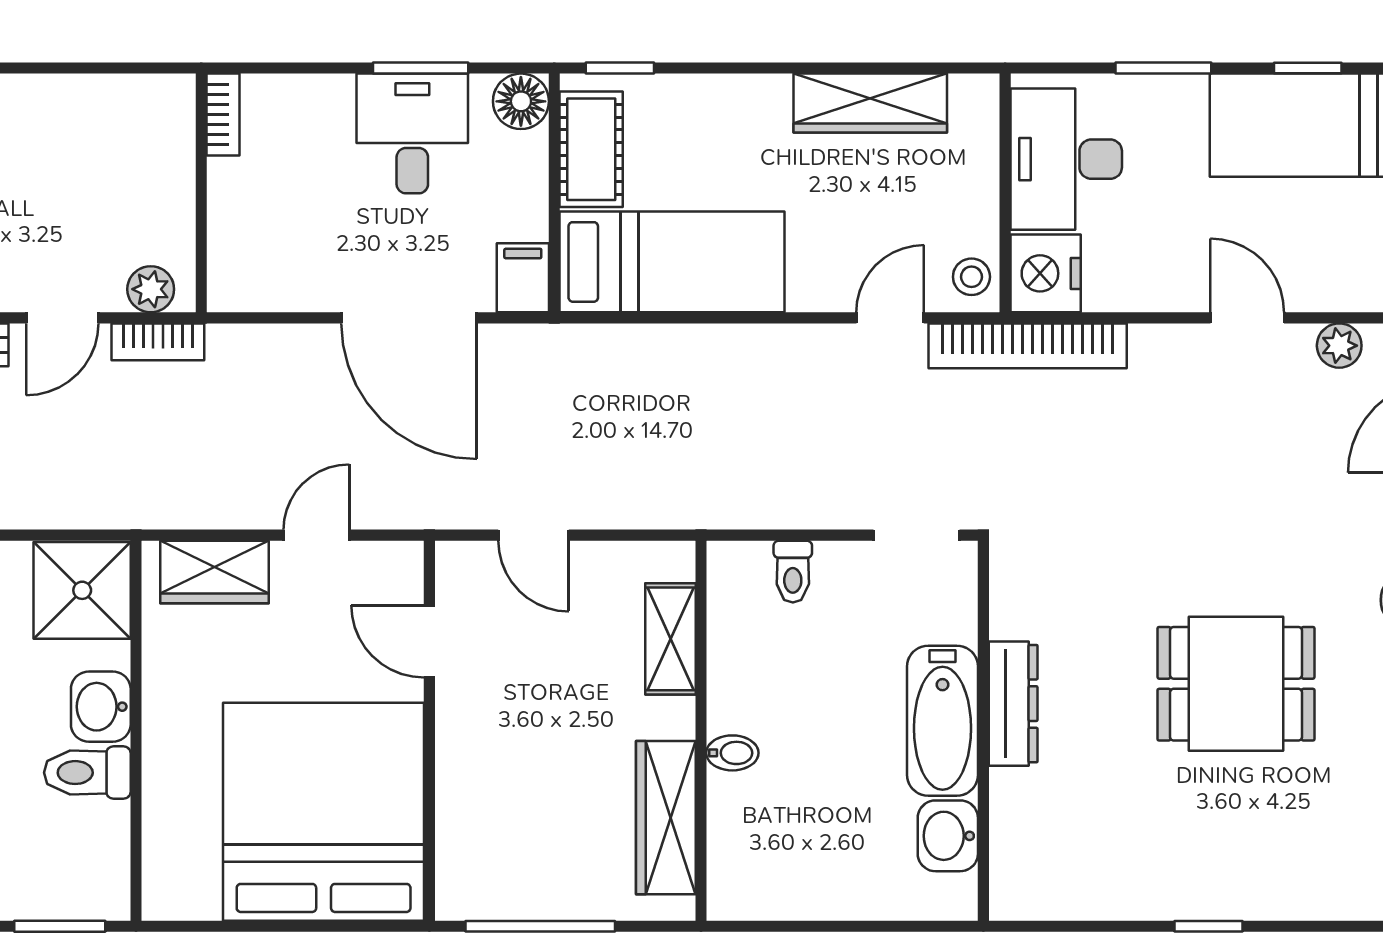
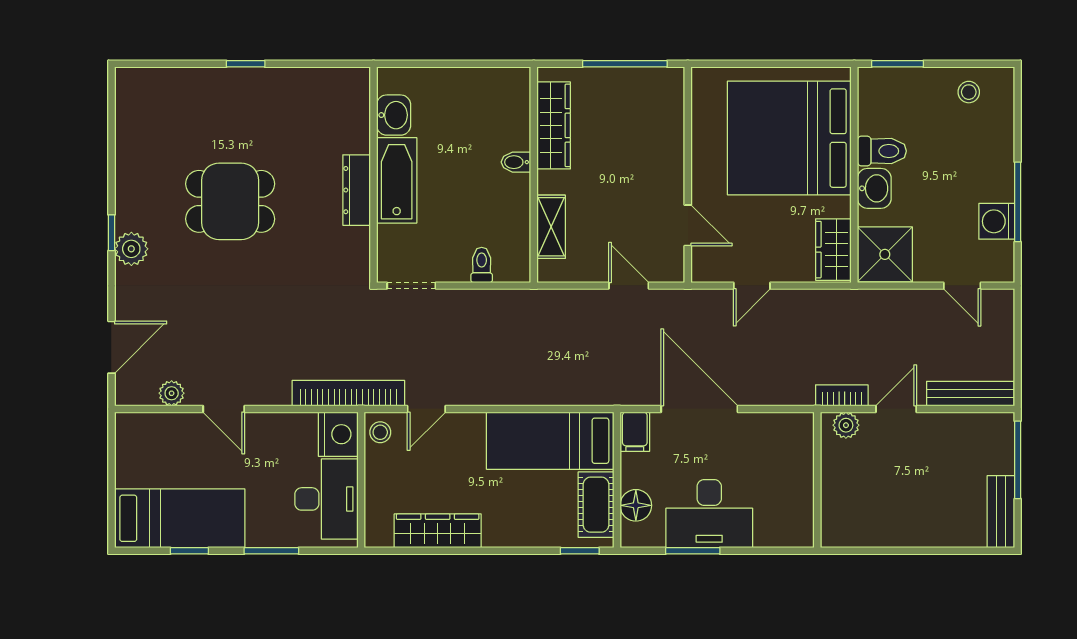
floor lamp: (521, 101) -> (636, 505), moved
bookcase: (223, 115) -> (805, 524), removed
desk: (412, 133) -> (709, 514), width x1.37
wardrobe: (215, 572) -> (833, 250), moved, turned -90
bed: (324, 812) -> (789, 138), moved, turned 90

